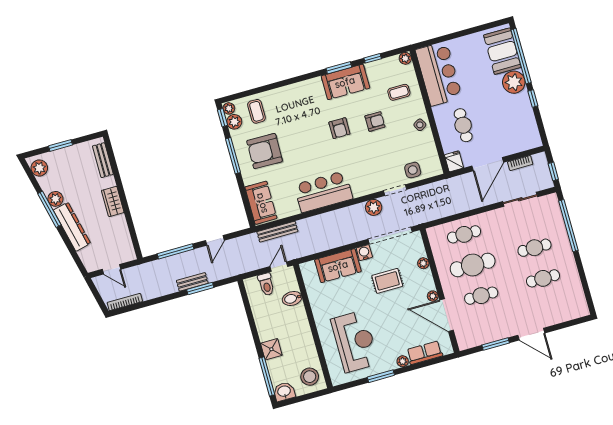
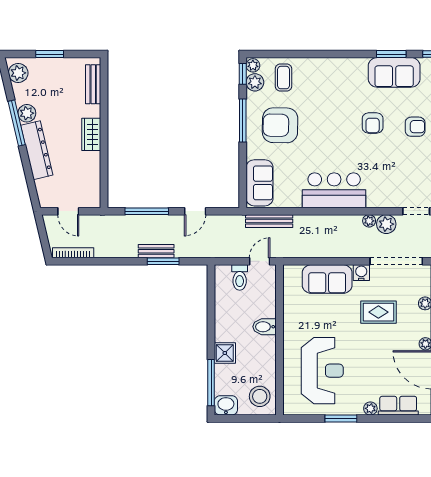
plant: (359, 209) -> (369, 221), added
bidet: (292, 298) -> (265, 327), moved

